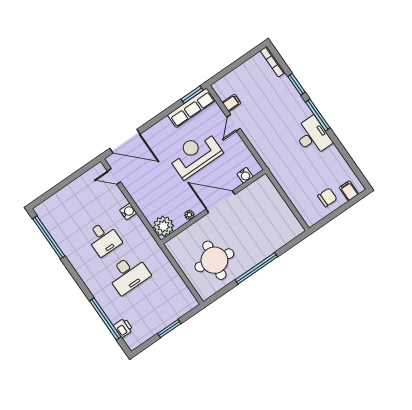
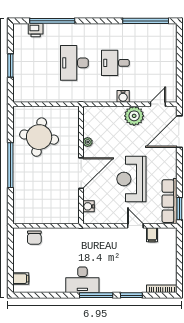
reception desk: (195, 154) -> (131, 179), turned 180
chair: (327, 197) -> (34, 238), moved
plant: (163, 226) -> (134, 116), moved

